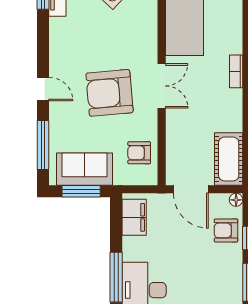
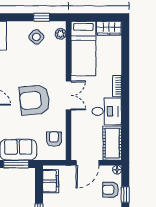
desk: (220, 110) -> (107, 111), added
armchair: (139, 153) -> (54, 139), turned 90
door: (191, 189) -> (88, 163), hinge flipped

